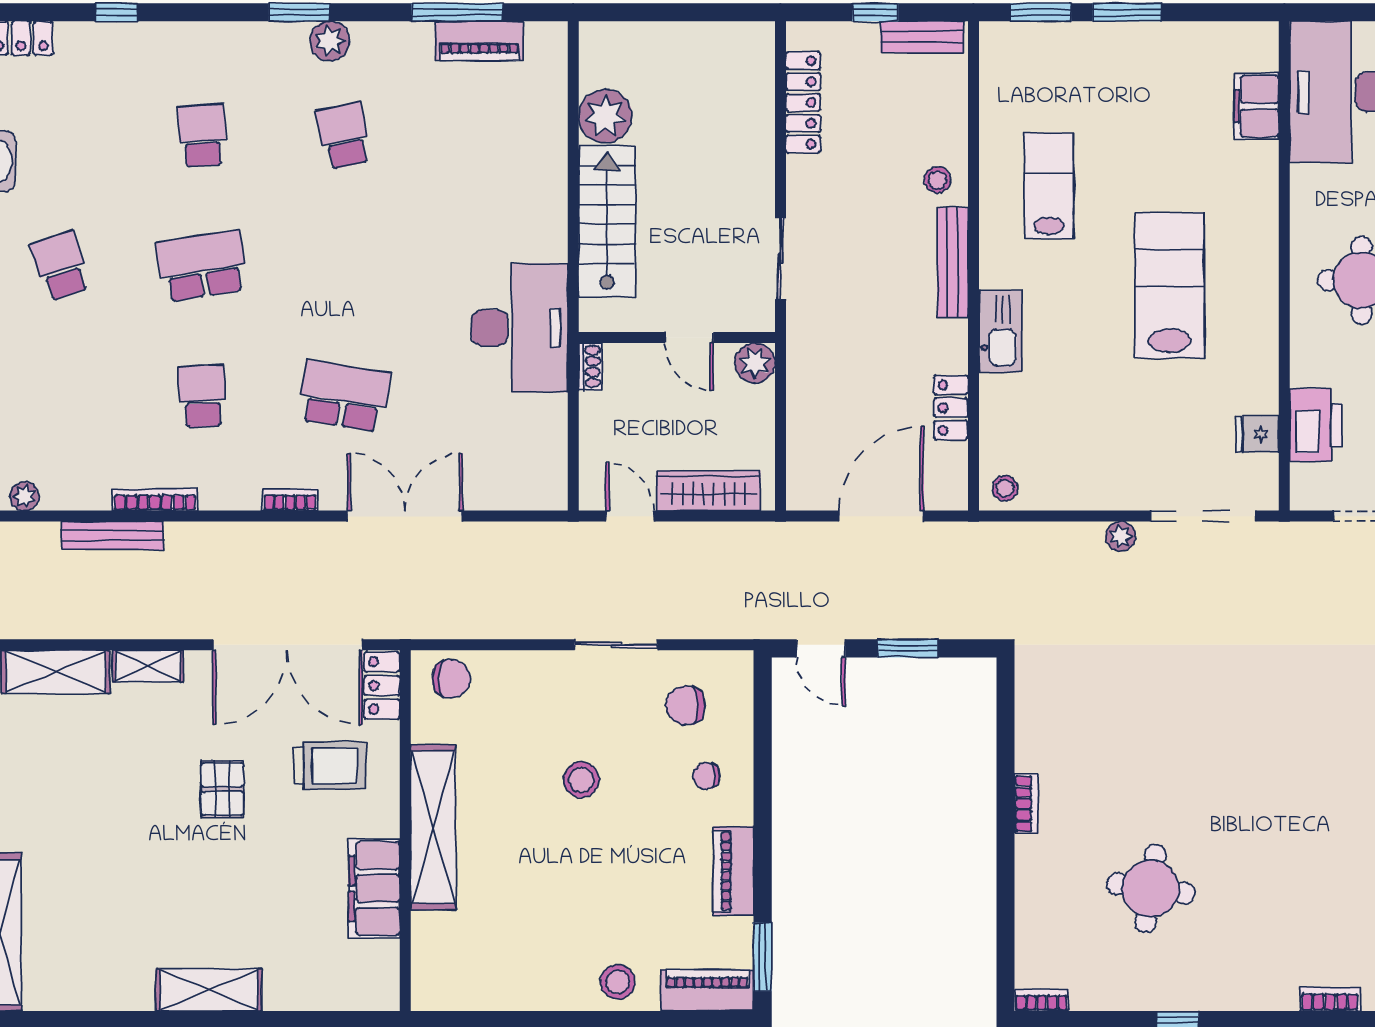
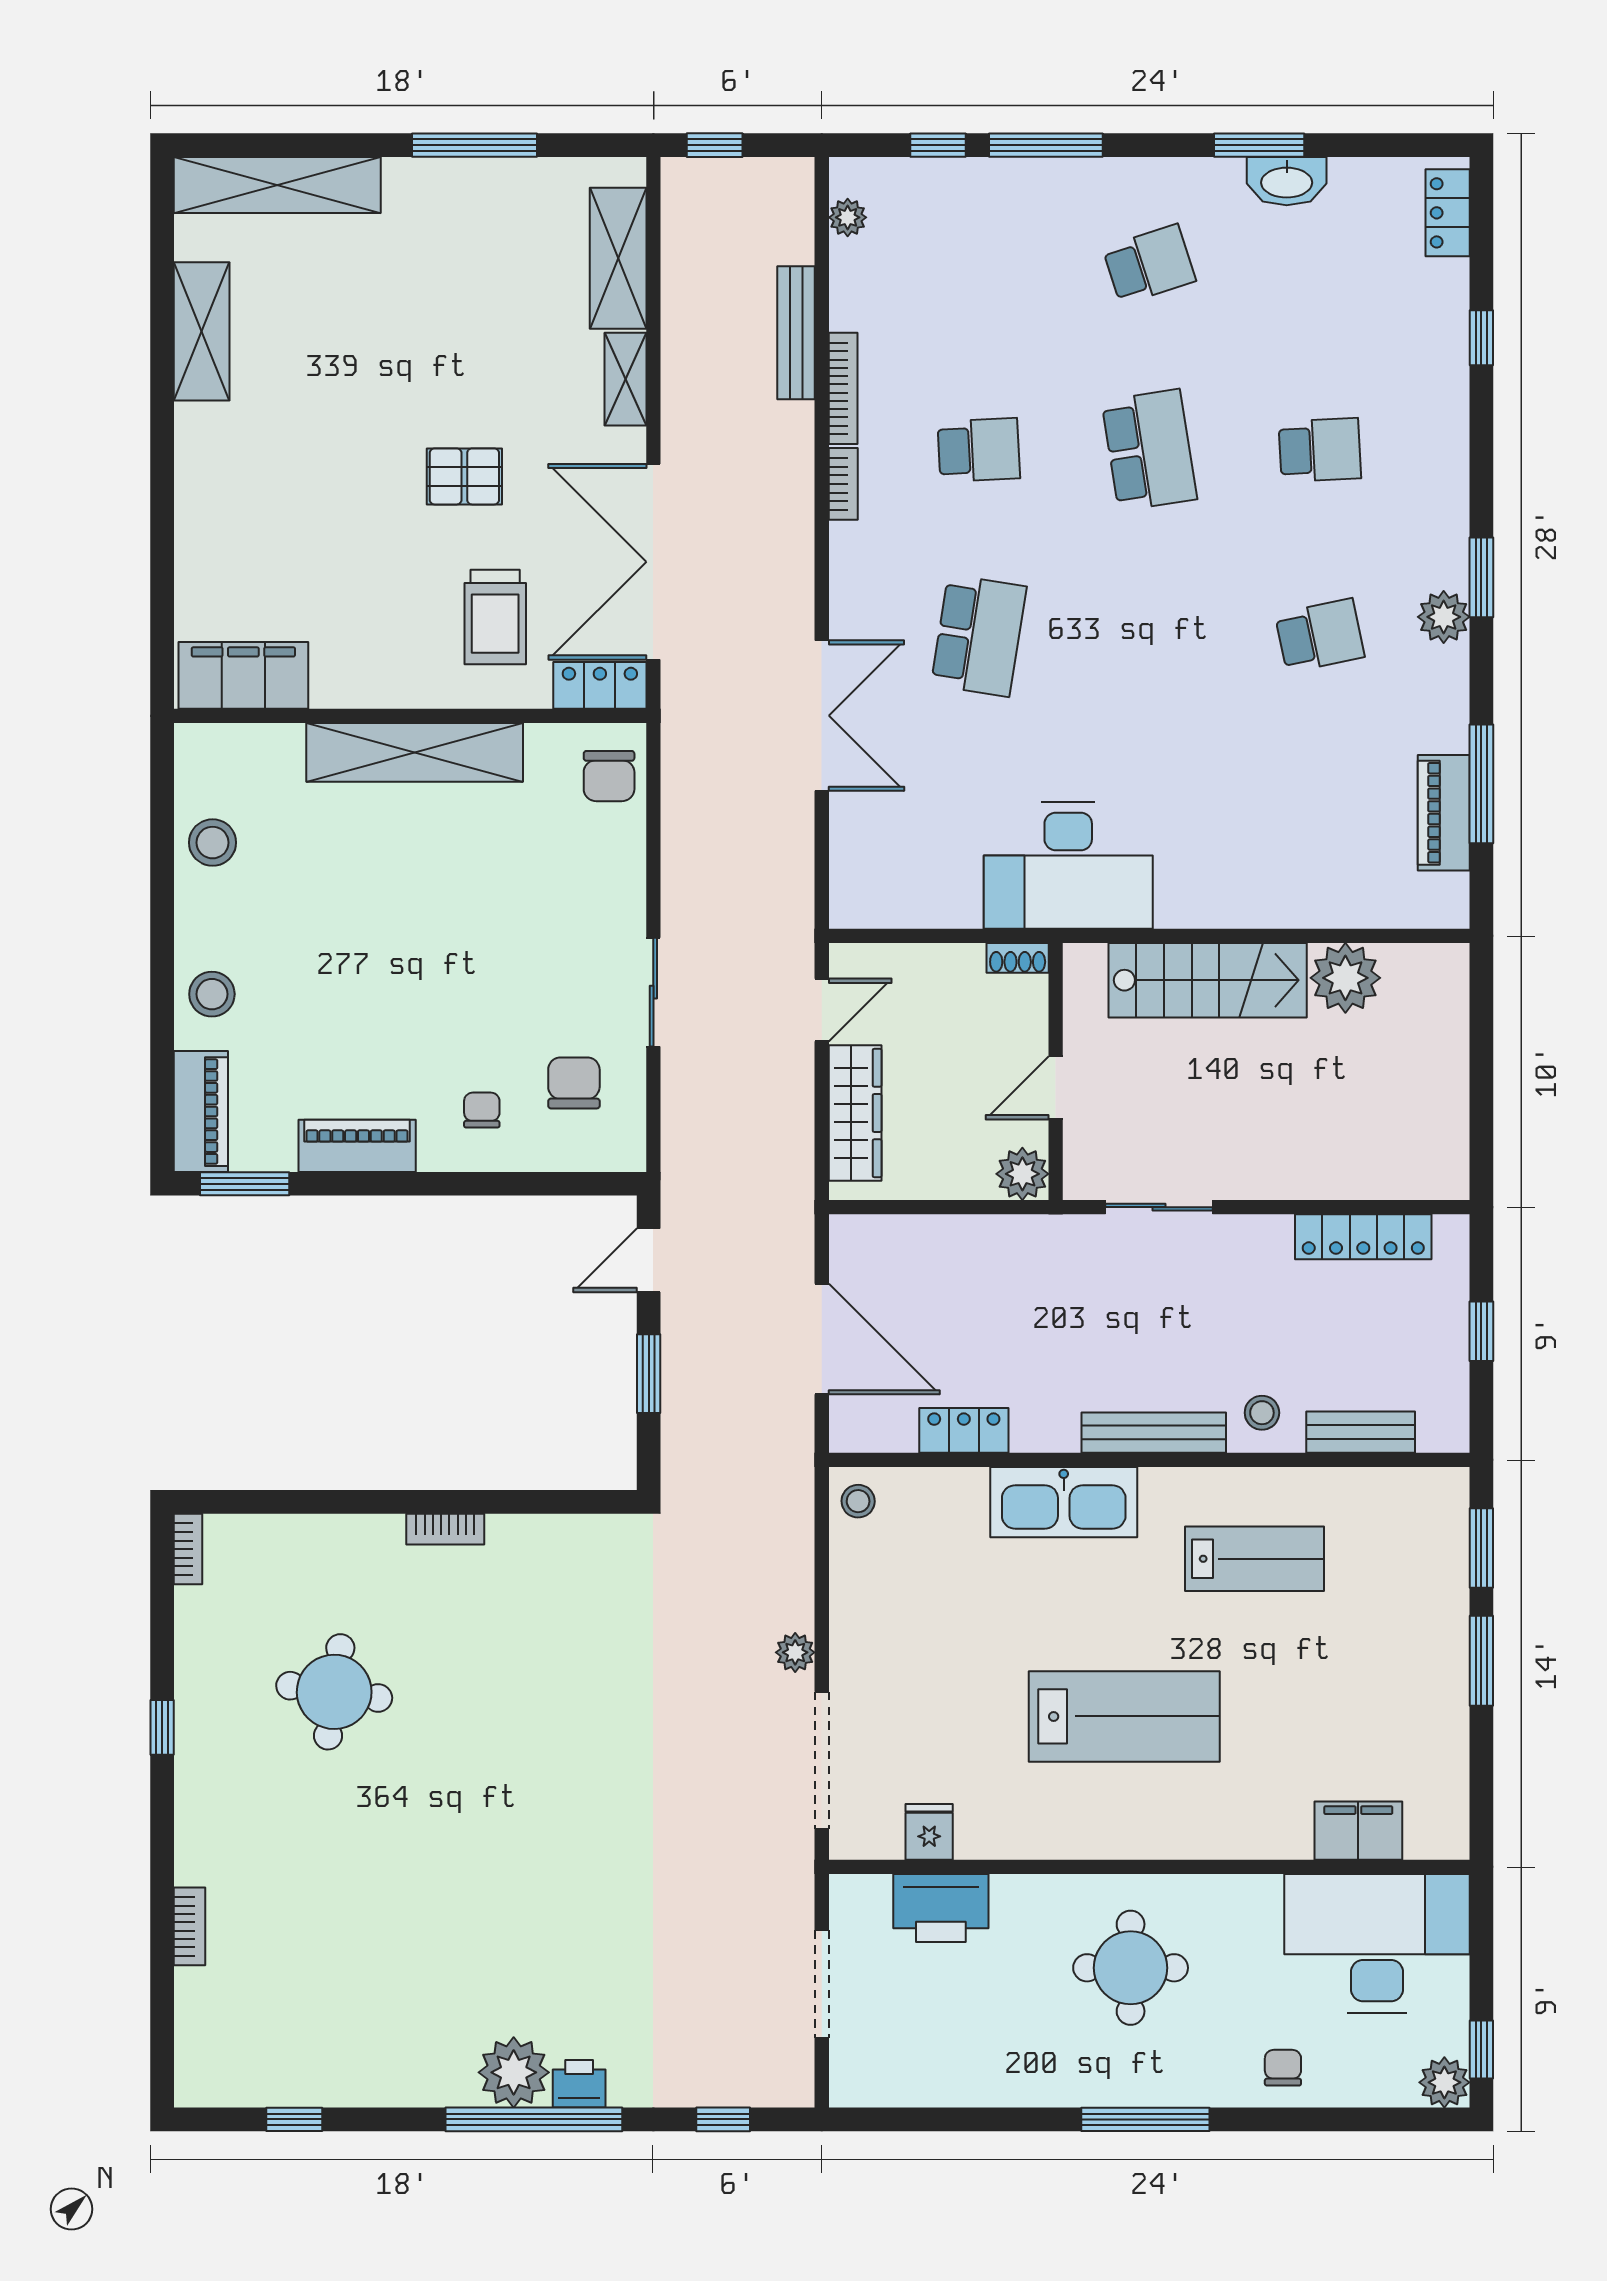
bench: (922, 37) -> (1361, 1432), moved, turned 90
kitchen sink: (1000, 331) -> (1064, 1502), width x1.36, depth x1.24
bookcase: (290, 500) -> (843, 484), moved
stool: (581, 780) -> (213, 843), moved
filing cabinet: (374, 888) -> (243, 675), moved
shelving: (209, 990) -> (202, 331), moved

